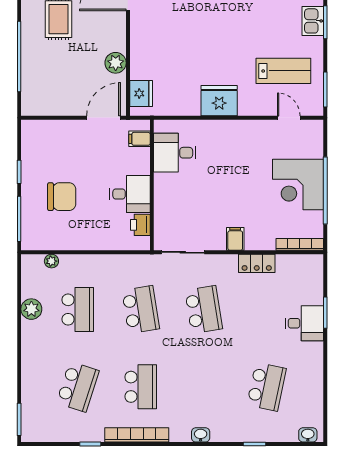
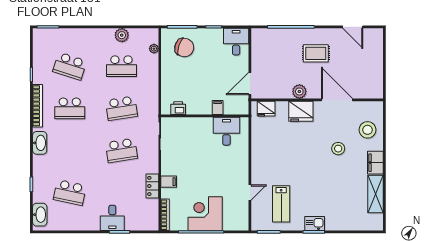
plant: (116, 63) -> (299, 91), moved
fridge: (219, 101) -> (301, 111), moved, turned 90
door: (104, 118) -> (250, 83), swing flipped
door: (289, 118) -> (250, 193), moved
filing cabinet: (140, 139) -> (218, 108), moved
desk: (130, 194) -> (236, 42), moved, turned 180
chair: (62, 197) -> (184, 48), moved, turned -73
filing cabinet: (235, 239) -> (169, 182), moved
washbasin: (201, 435) -> (40, 143), width x1.91, depth x1.45
washbasin: (308, 435) -> (40, 215), width x1.91, depth x1.45

